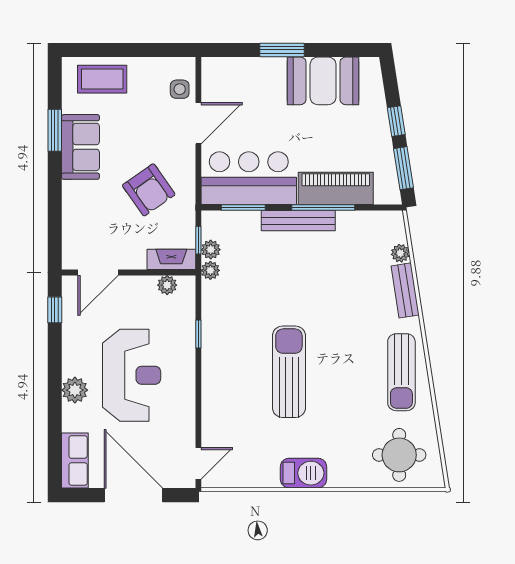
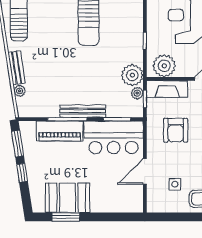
window: (282, 50) -> (66, 217), moved
side table: (180, 89) -> (175, 184), moved
armchair: (149, 190) -> (176, 130), turned -145
fireplace: (171, 259) -> (167, 89), width x1.37, depth x1.32
plant: (210, 270) -> (132, 75), width x1.87, depth x1.87
plant: (167, 285) -> (164, 66), width x1.87, depth x1.87

